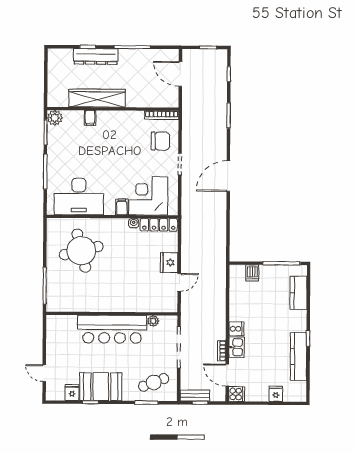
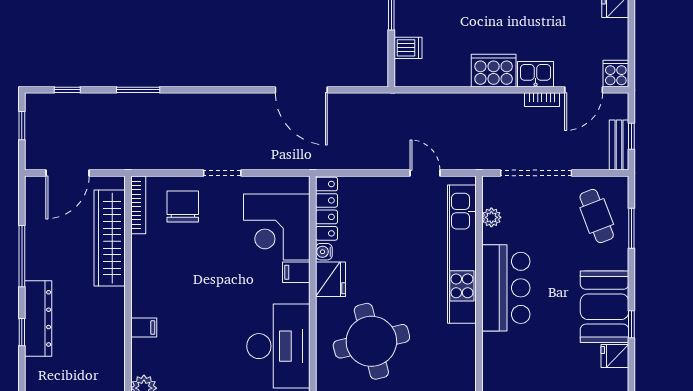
wardrobe: (97, 98) -> (110, 238), moved
door: (228, 176) -> (301, 90), moved
fridge: (169, 263) -> (330, 279), moved, turned -90
kitchen unit: (132, 304) -> (462, 254), added
bar counter: (112, 329) -> (506, 288), width x0.73
cooker: (236, 329) -> (494, 71), width x1.87, depth x1.31

